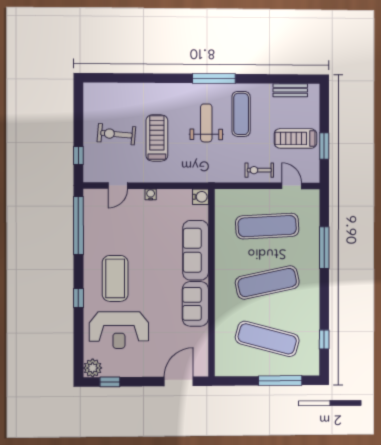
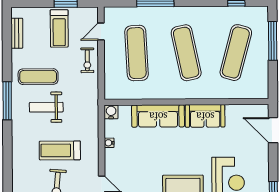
water cooler: (151, 194) -> (109, 143), moved

